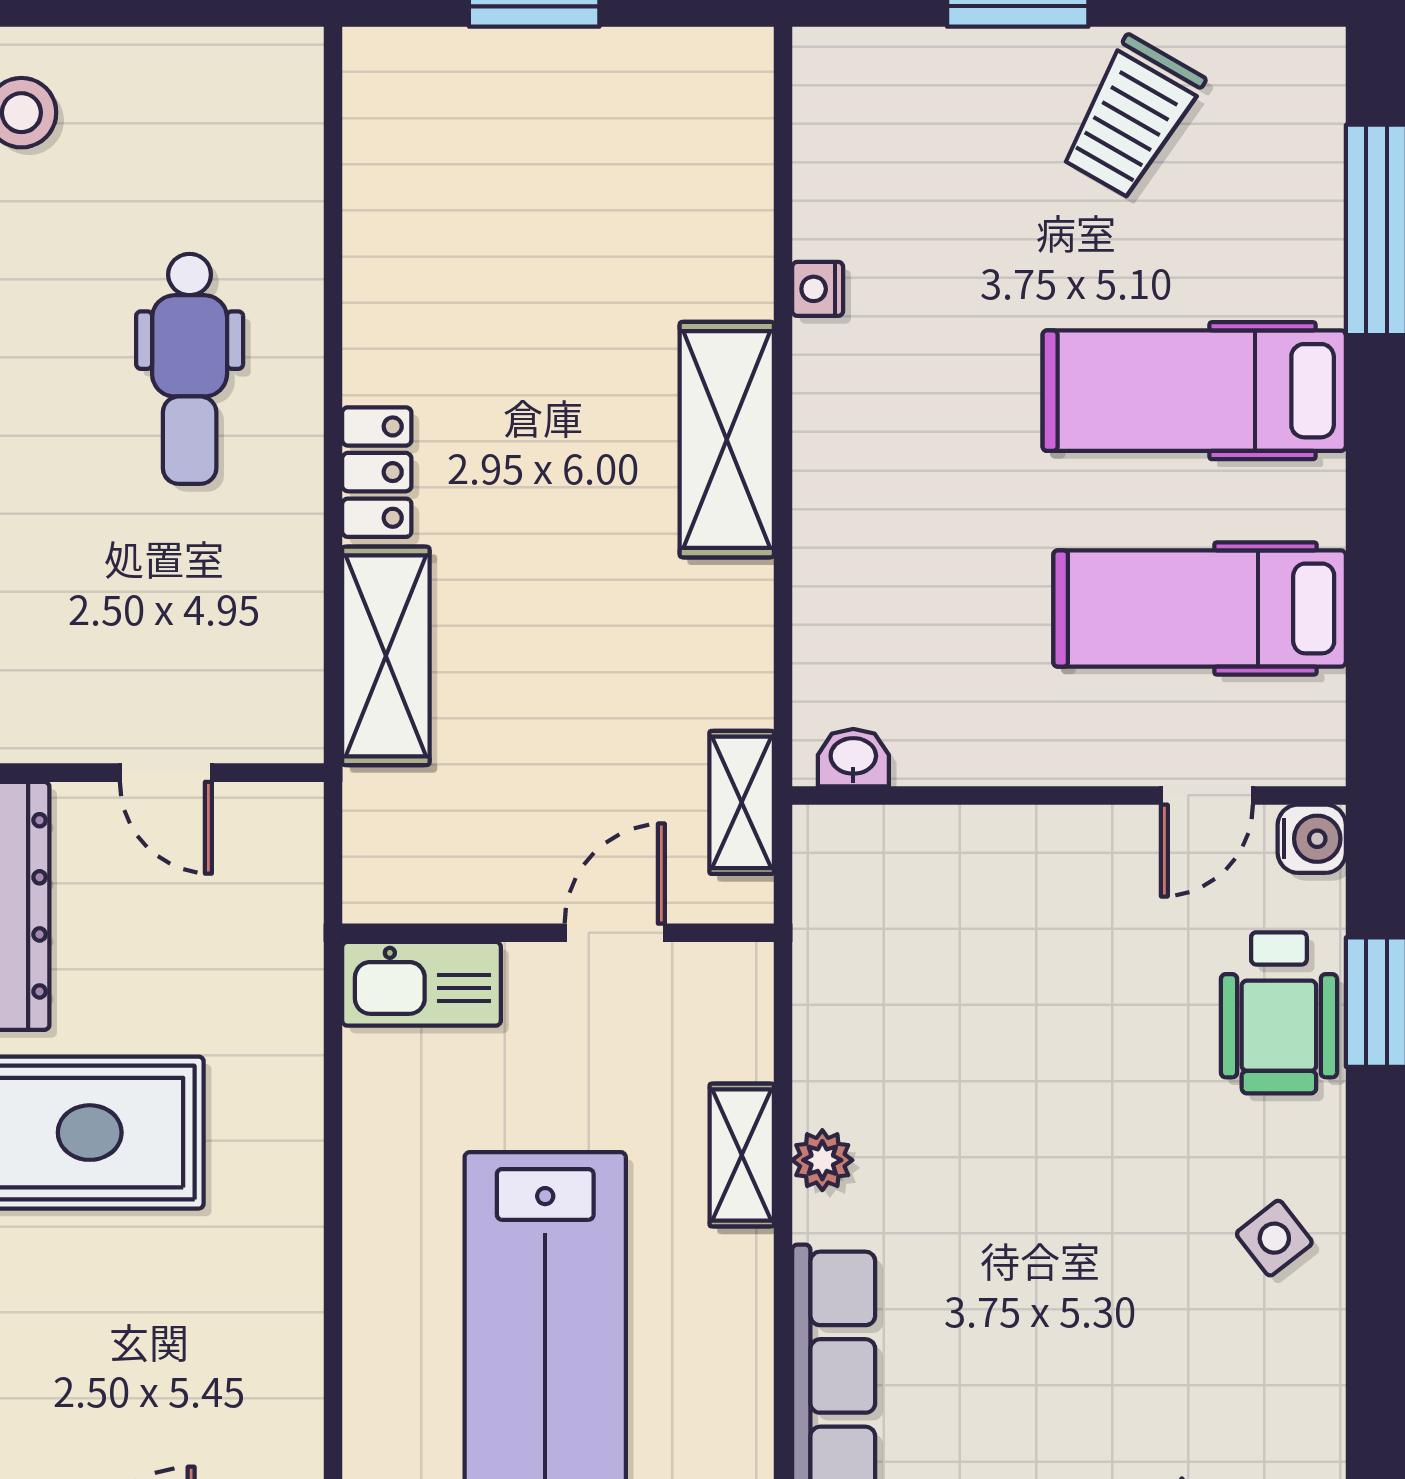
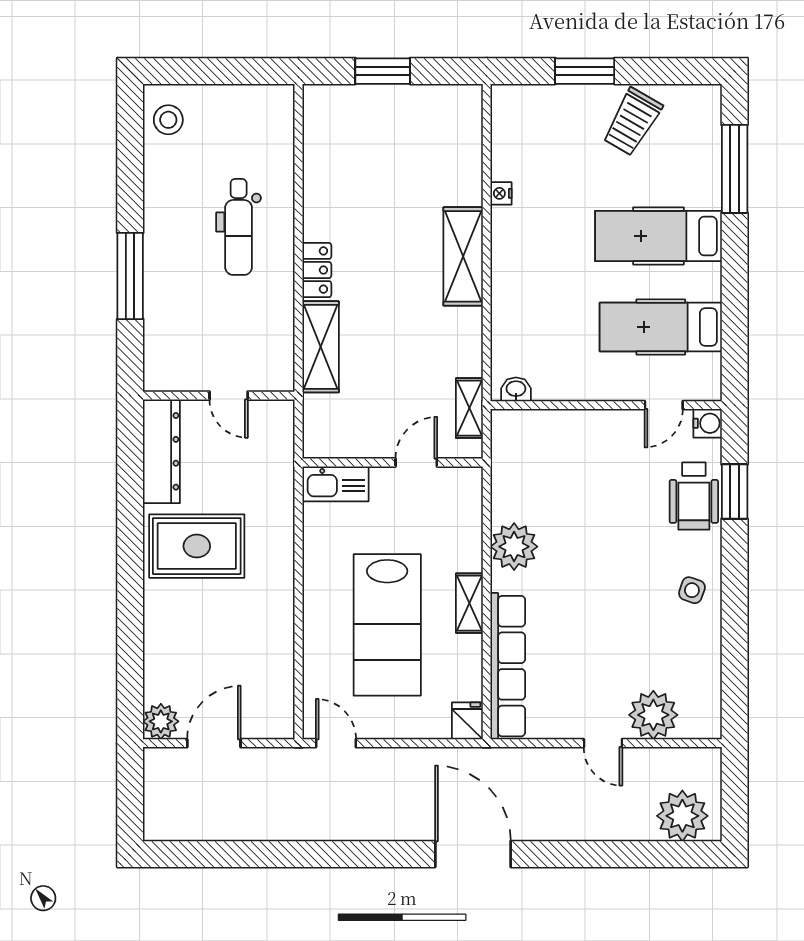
shelving: (742, 1155) -> (469, 603), moved
plant: (822, 1160) -> (514, 547), width x1.88, depth x1.88
side table: (1274, 1238) -> (692, 590), turned -33

